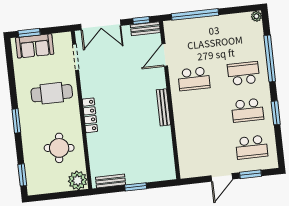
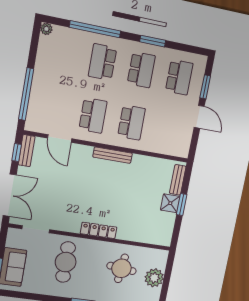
school desk: (198, 116) -> (131, 122), added
shower: (134, 176) -> (170, 203), added
plant: (78, 180) -> (154, 278), moved
bench: (111, 181) -> (178, 180), moved

